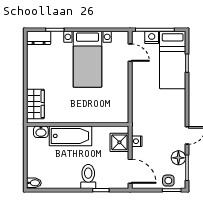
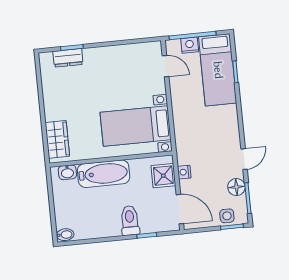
dresser: (39, 38) -> (68, 58), moved
bed with nightstands: (87, 59) -> (136, 126), moved, turned 90

